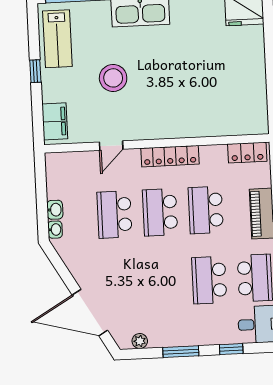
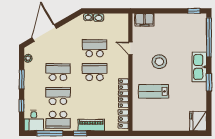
lab bench: (57, 39) -> (154, 91), moved
window: (35, 71) -> (194, 11), moved
stool: (113, 78) -> (159, 62), moved
locker: (170, 156) -> (123, 93), moved
school desk: (206, 210) -> (58, 72), moved

